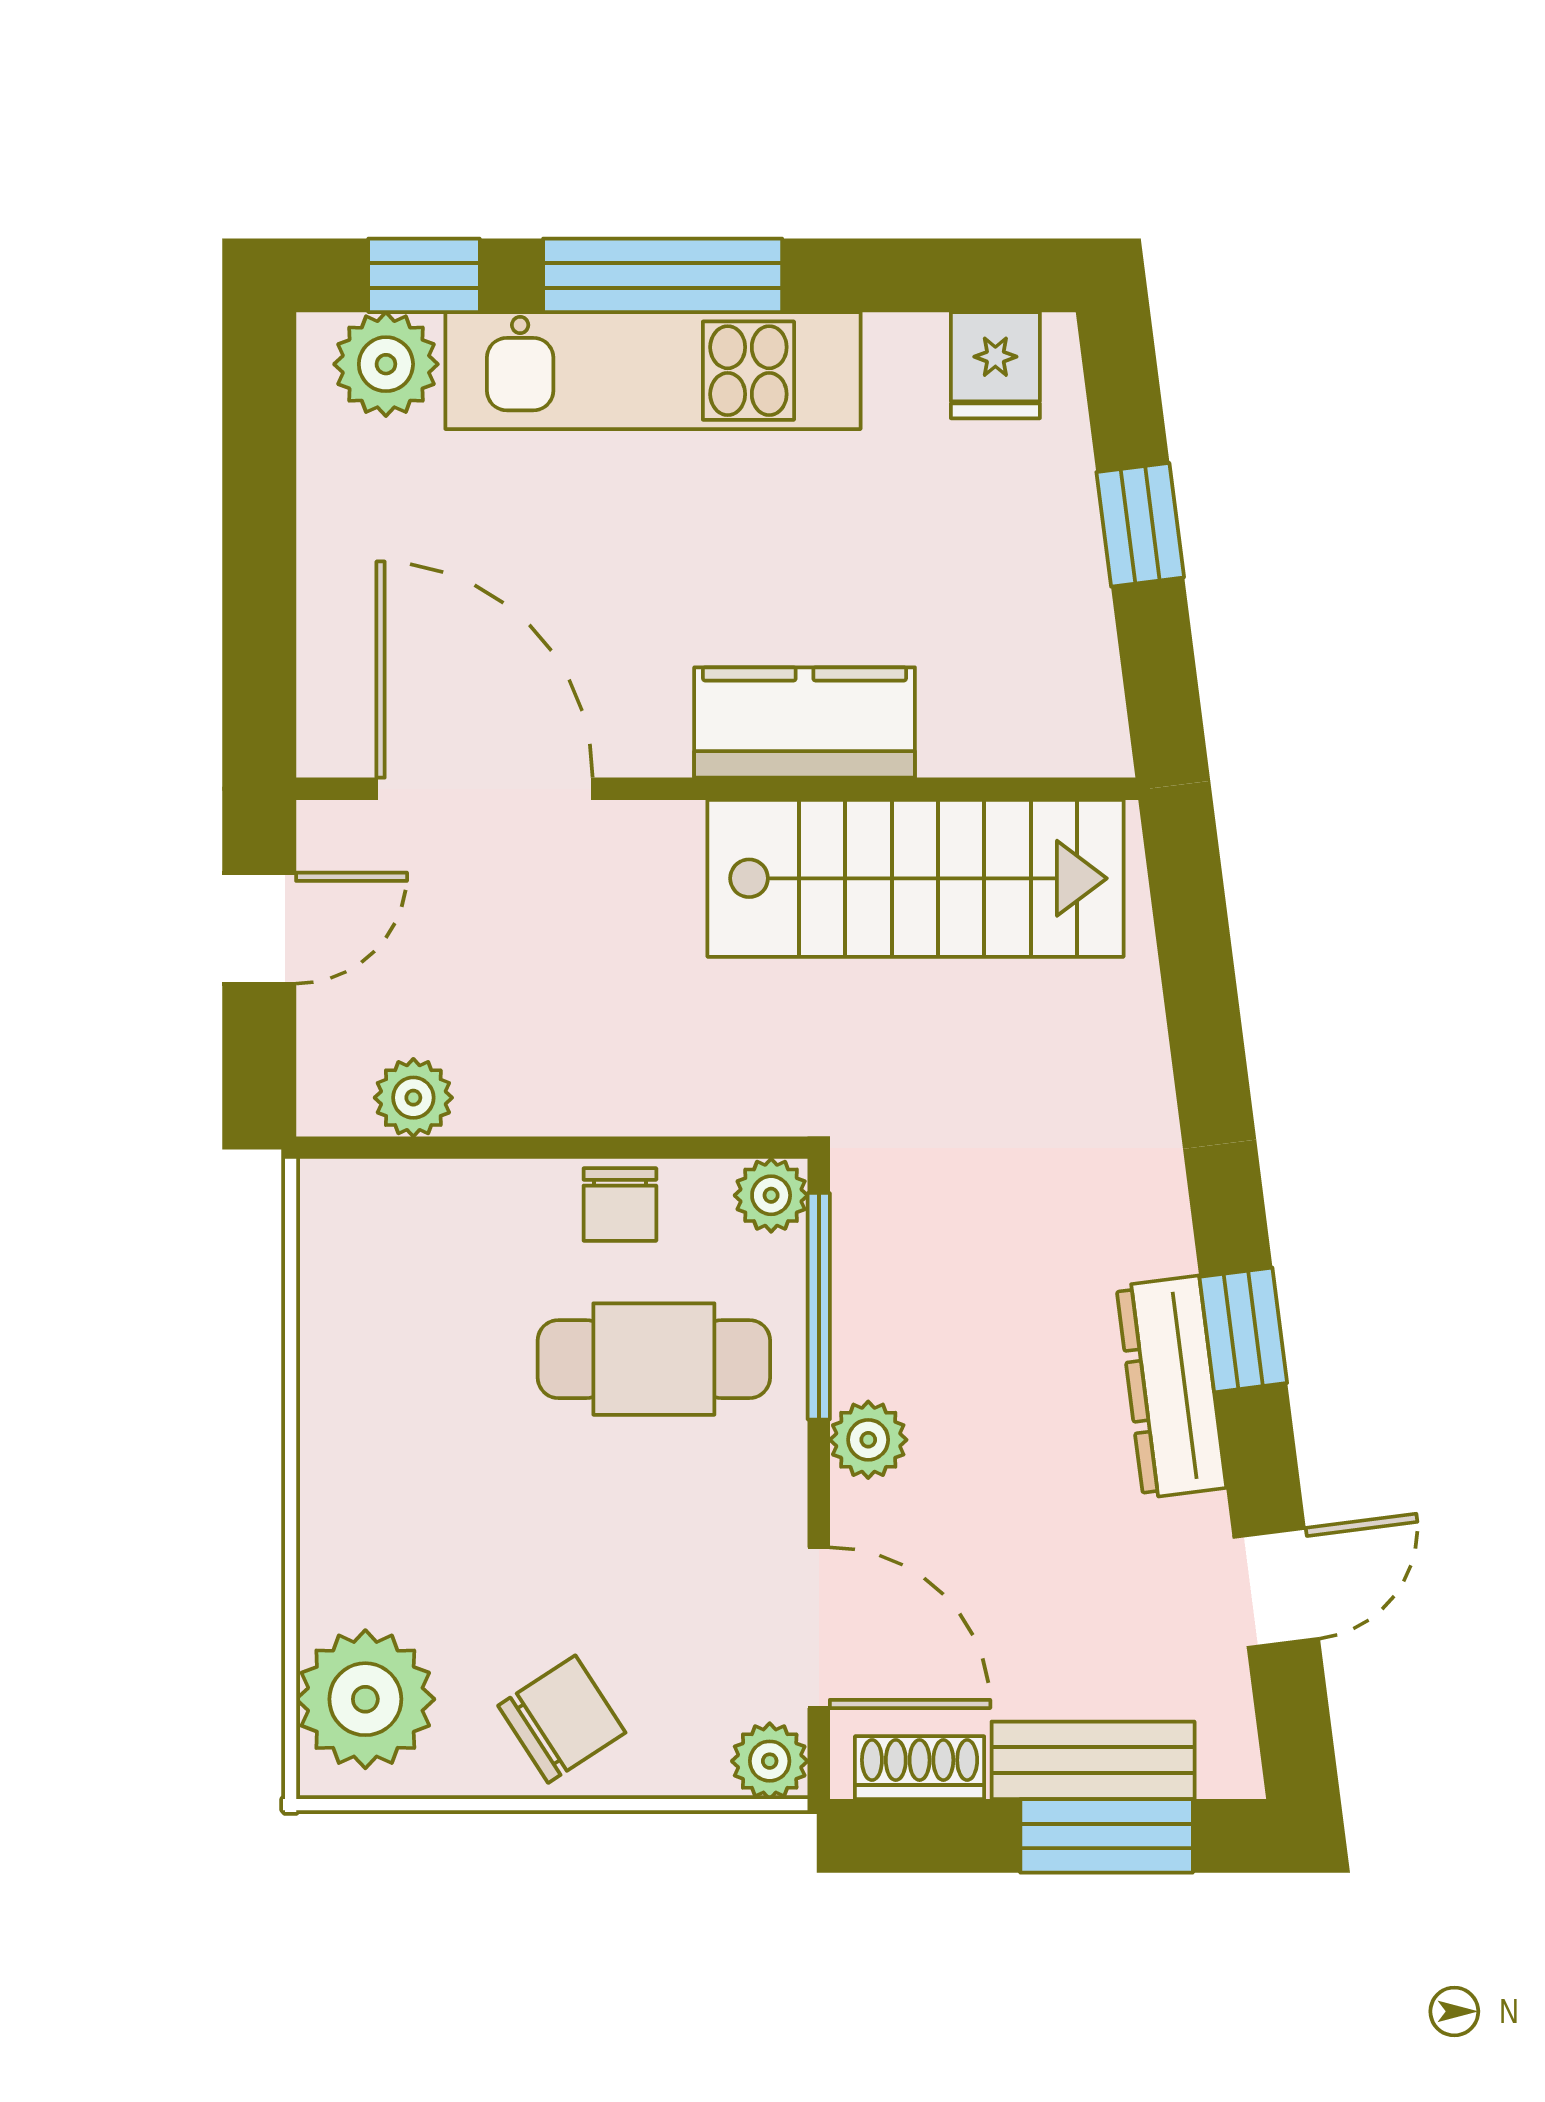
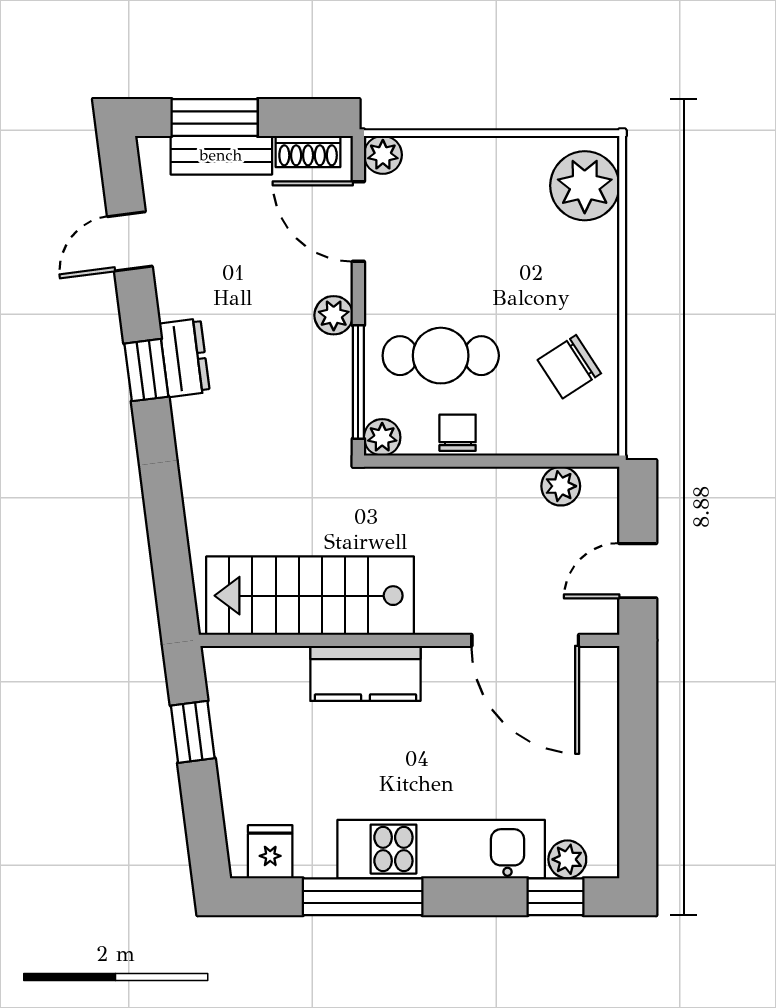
window: (663, 275) -> (363, 897), moved
plant: (386, 364) -> (567, 859), width x0.73, depth x0.73
window: (1140, 525) -> (193, 732), moved
dresser: (1171, 1387) -> (184, 358), width x0.70
chair: (562, 1719) -> (569, 367), moved

